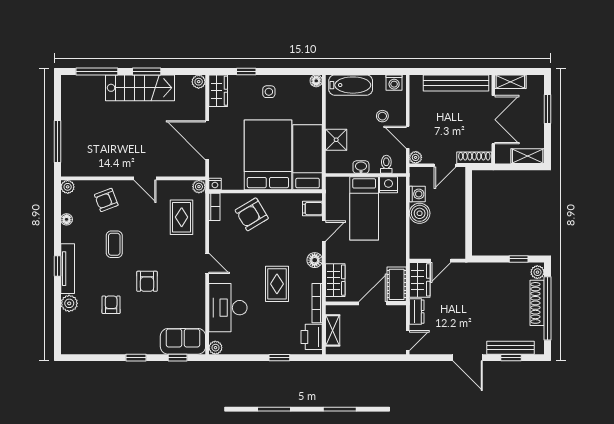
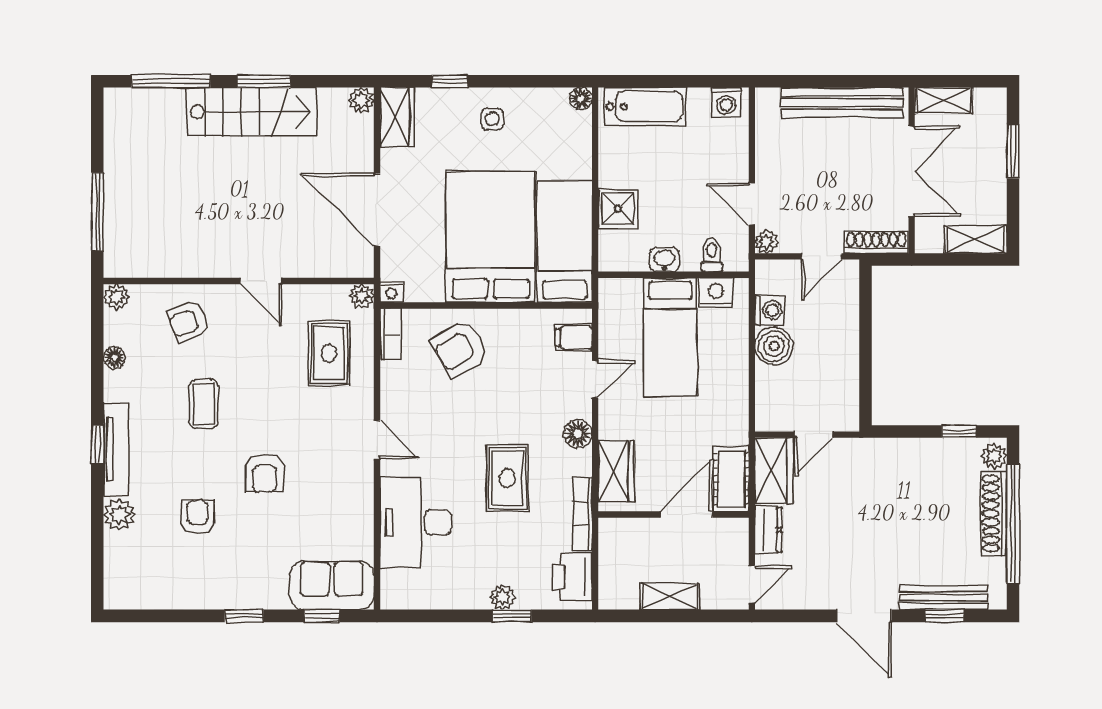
stool: (382, 116) -> (704, 165), removed
shelving: (333, 330) -> (670, 596), moved, turned 90
plant: (215, 348) -> (502, 597), moved

